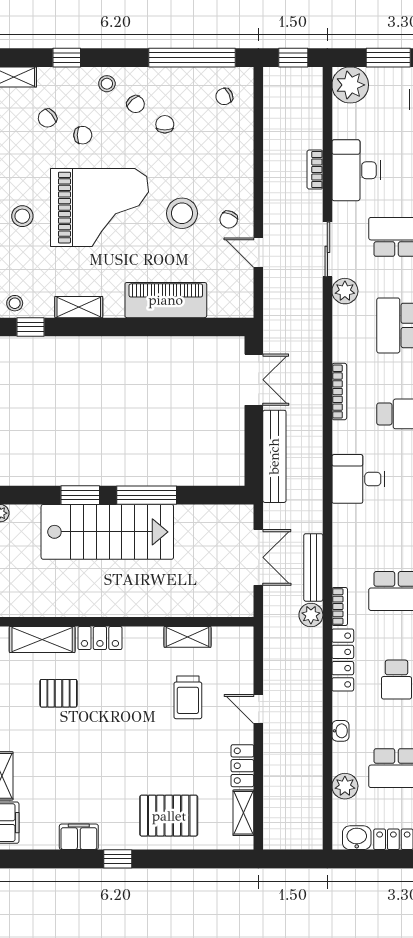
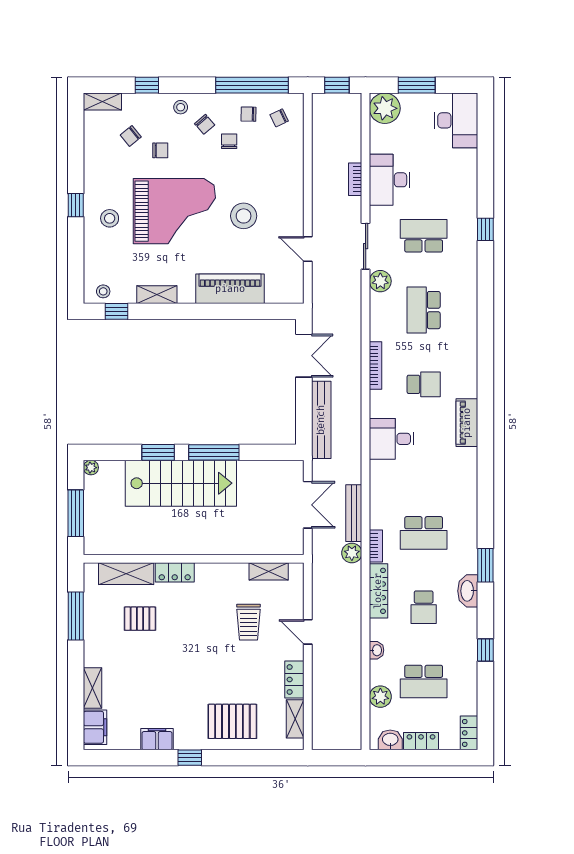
chair: (229, 219) -> (249, 114), moved, turned 68
shelving: (188, 637) -> (269, 571), moved

